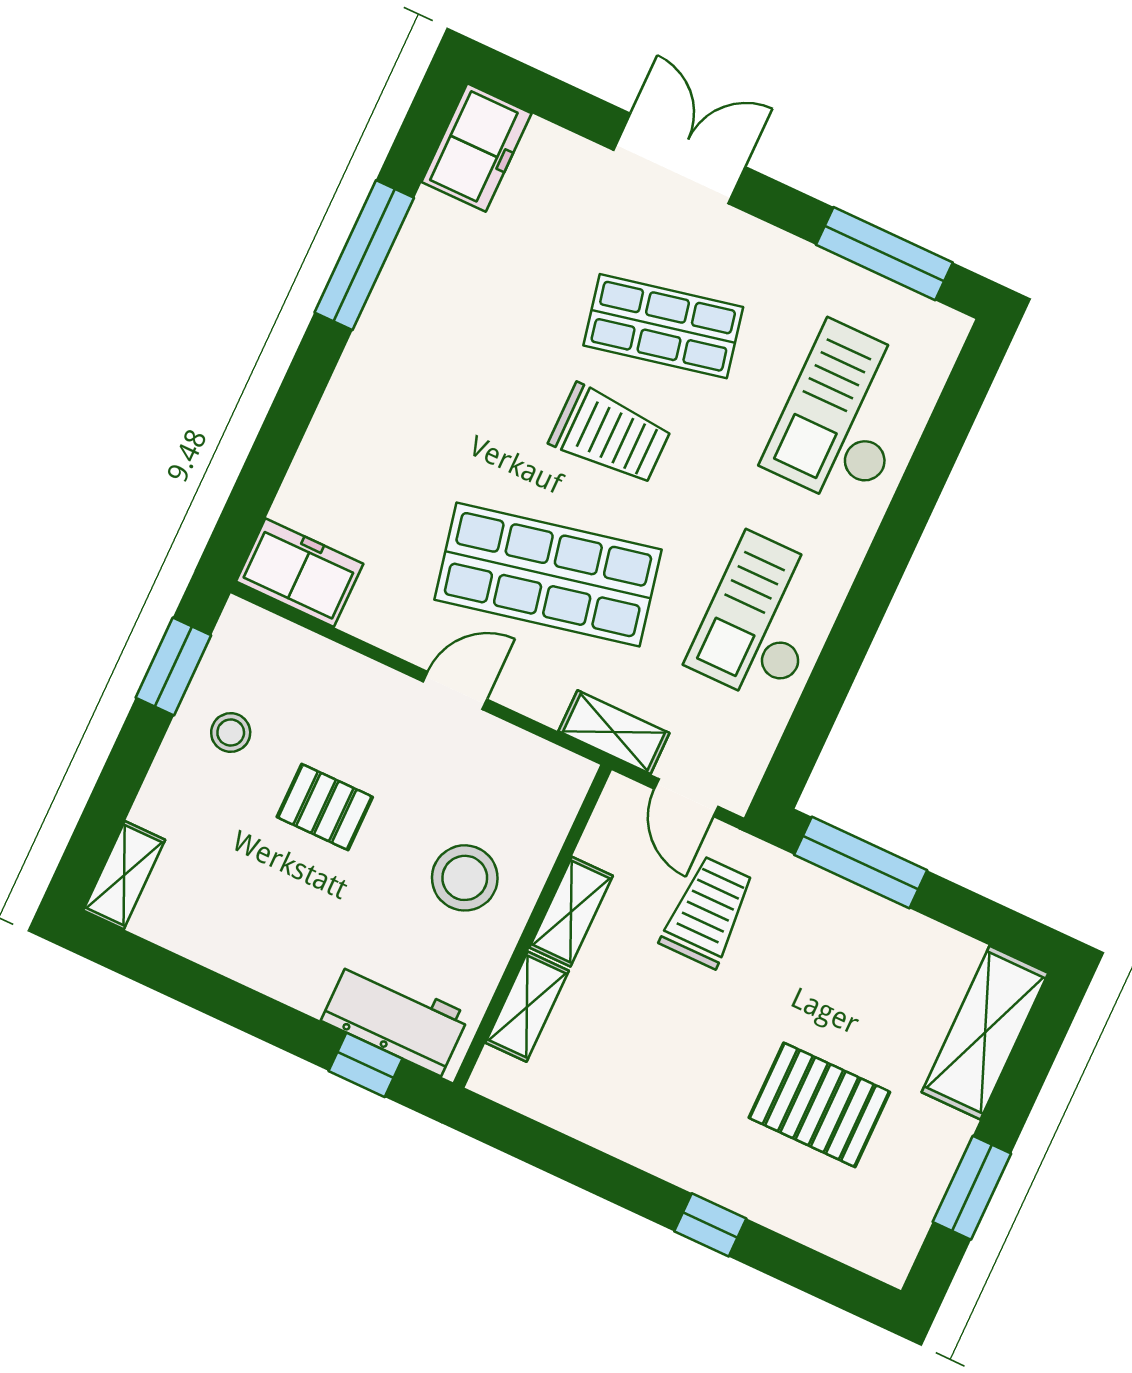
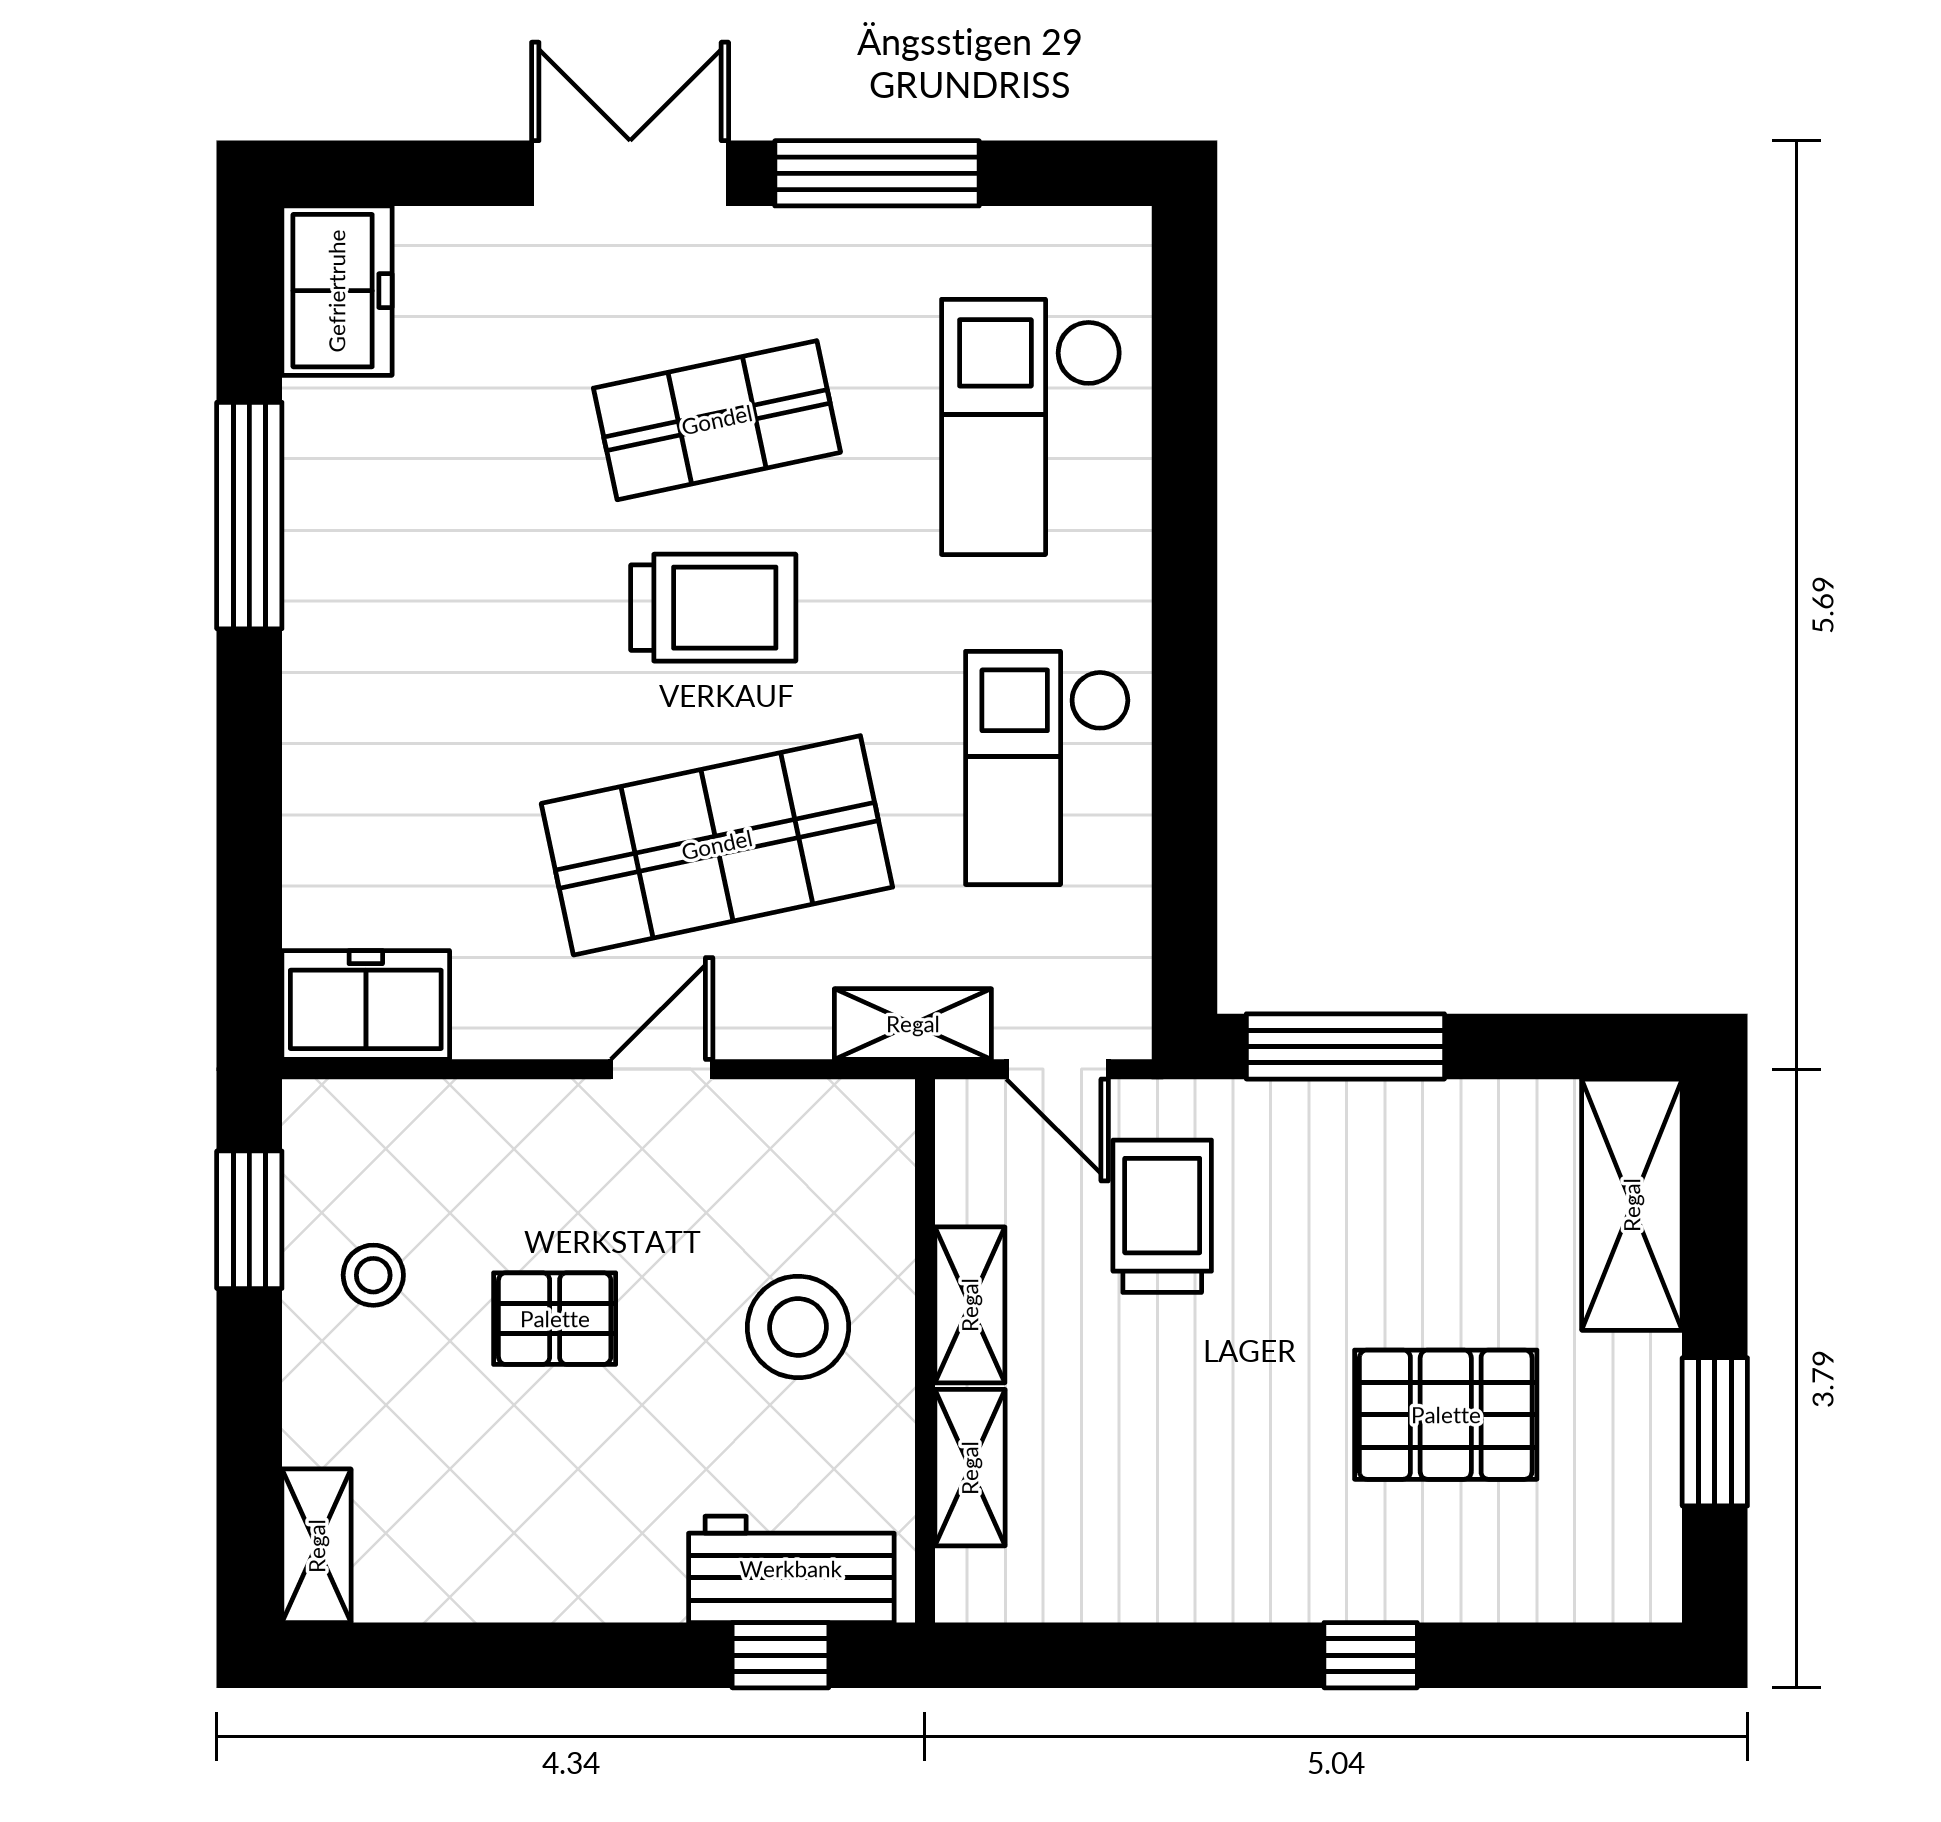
window: (884, 254) -> (877, 173), moved

